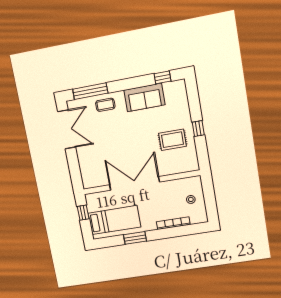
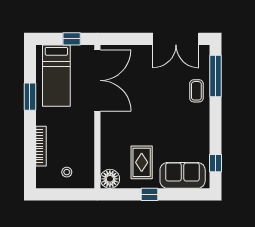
sofa: (144, 97) -> (183, 175), moved, turned 90
floor lamp: (191, 164) -> (110, 179), added
double door: (134, 183) -> (97, 80), moved

